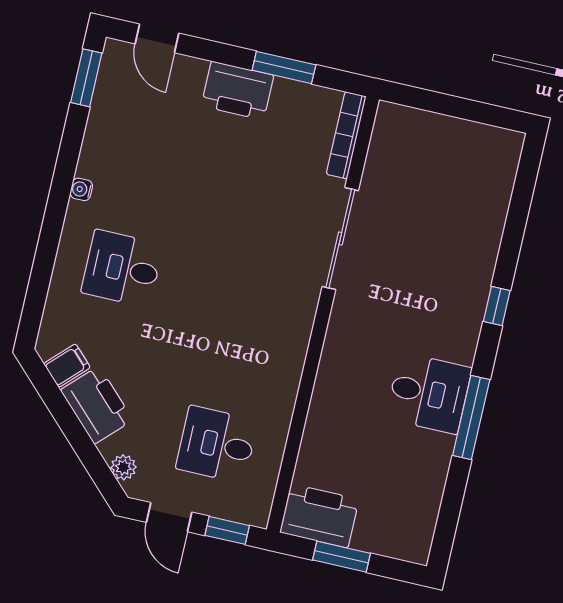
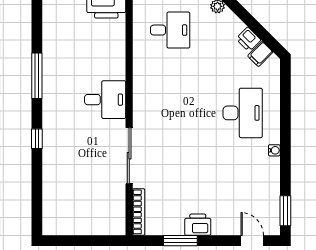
printer: (237, 91) -> (198, 225), width x0.73, depth x0.84
desk: (122, 268) -> (243, 113), width x1.37
desk: (429, 393) -> (105, 100), moved, turned 180
printer: (97, 405) -> (248, 39), width x0.53, depth x0.68

